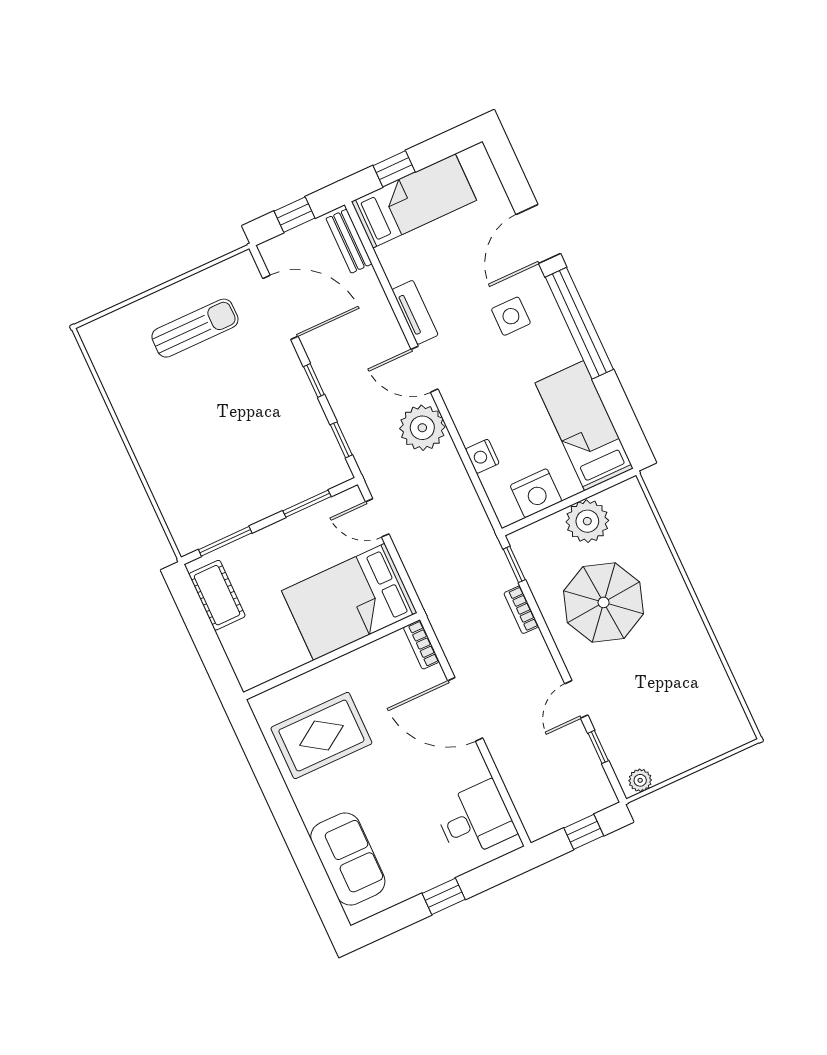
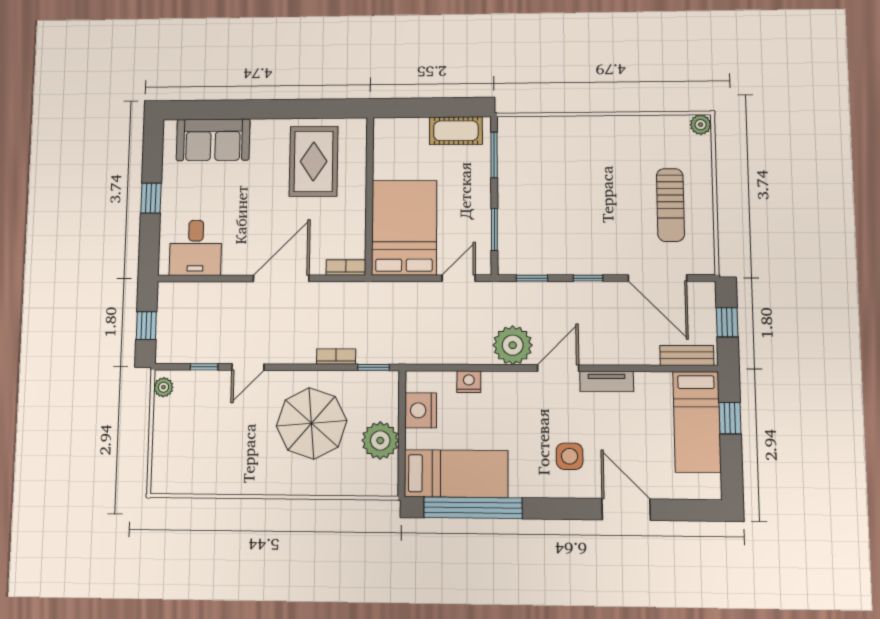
door: (280, 307) -> (657, 278), hinge flipped
window: (579, 323) -> (473, 508), moved
plant: (92, 334) -> (701, 125), added
door: (576, 699) -> (248, 367), swing flipped

